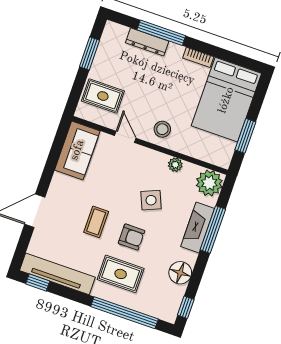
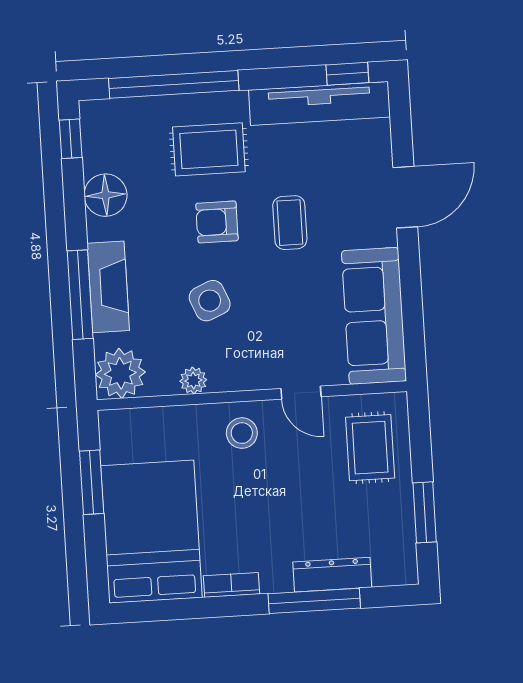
rug: (103, 96) -> (370, 448), turned 90
sofa: (77, 150) -> (374, 316), width x1.36

